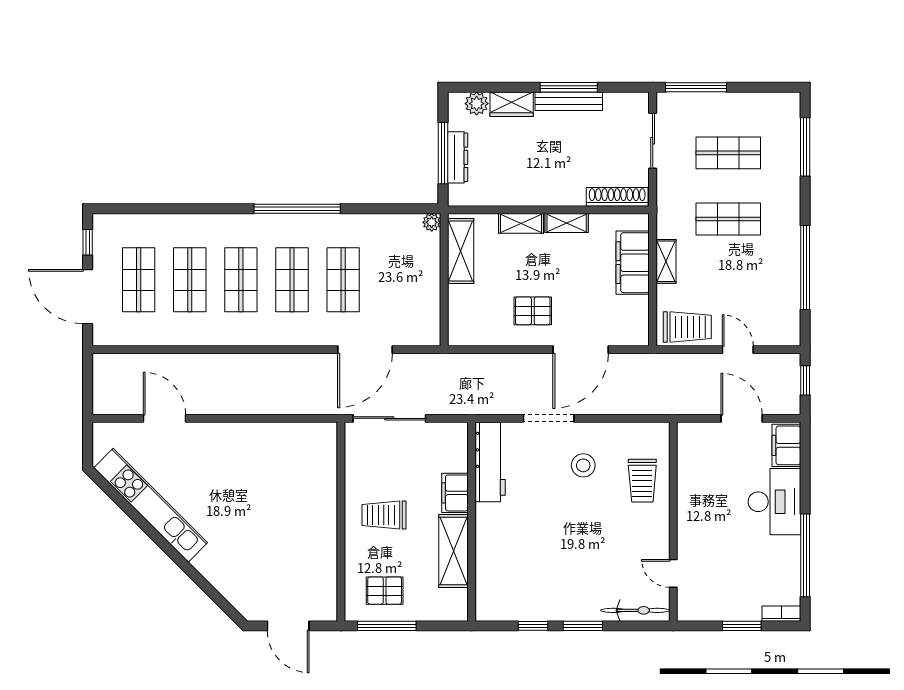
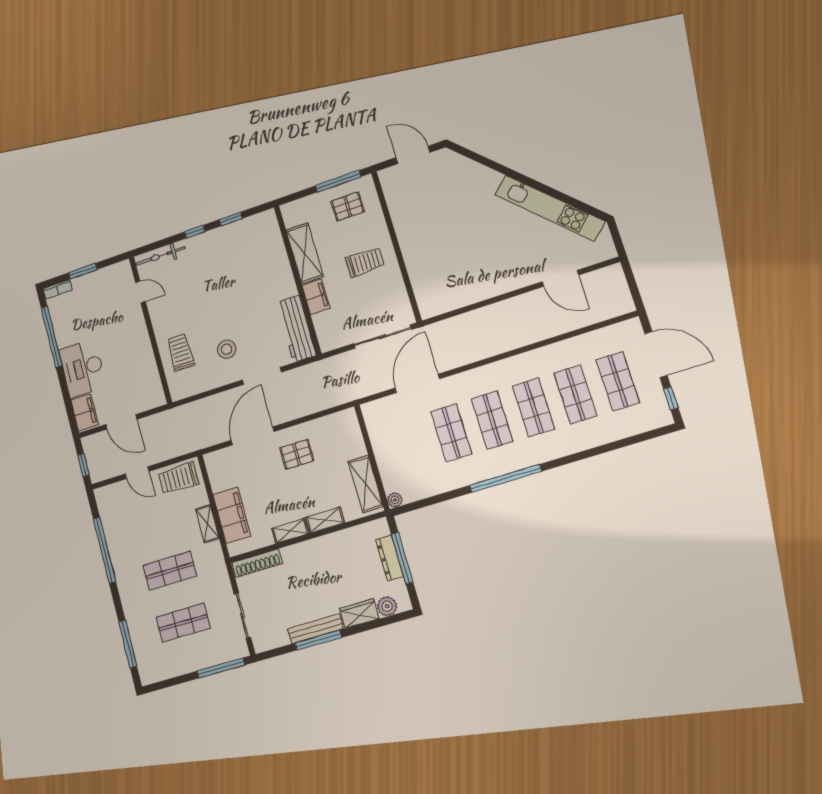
window: (583, 626) -> (195, 232), width x0.67

